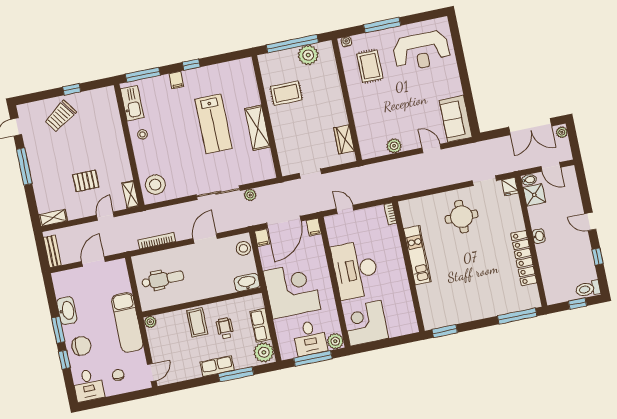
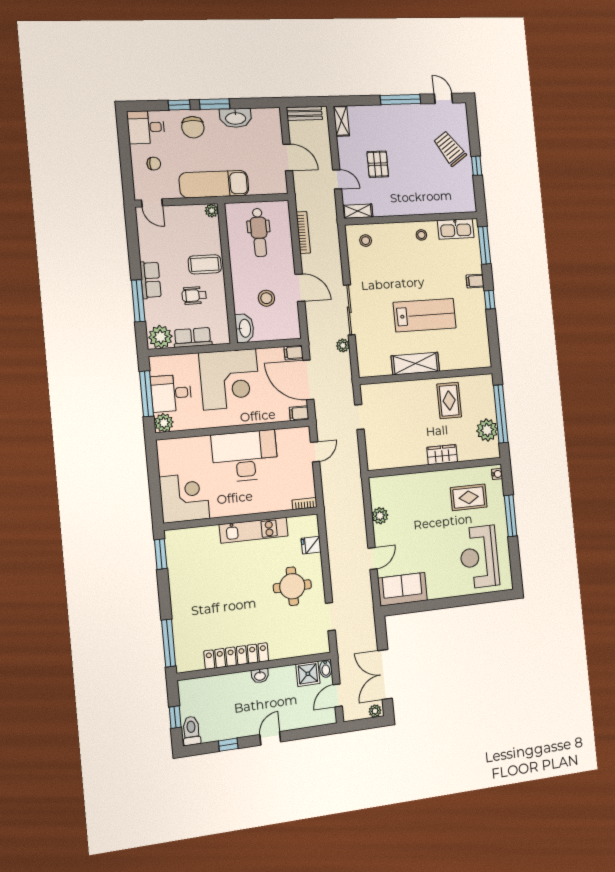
lab bench: (214, 124) -> (425, 315), turned 180
wardrobe: (344, 139) -> (442, 455), moved
stool: (155, 185) -> (366, 241), width x0.53, depth x0.53
fridge: (510, 187) -> (311, 545), moved
stool: (243, 248) -> (266, 298), moved
corner desk: (366, 323) -> (184, 498), moved
wheelchair: (225, 328) -> (194, 295), turned 180

